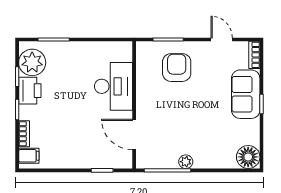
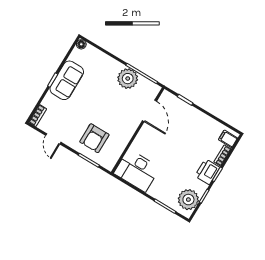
desk: (113, 86) -> (137, 171), moved, turned -90
printer: (30, 91) -> (207, 172), moved
sofa: (246, 94) -> (67, 80), moved
floor lamp: (248, 157) -> (81, 44), width x0.53, depth x0.53
plant: (186, 162) -> (128, 79), width x1.88, depth x1.88

